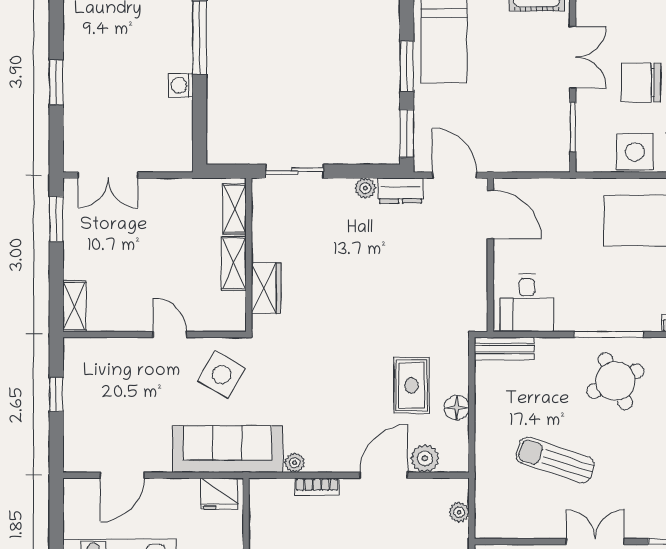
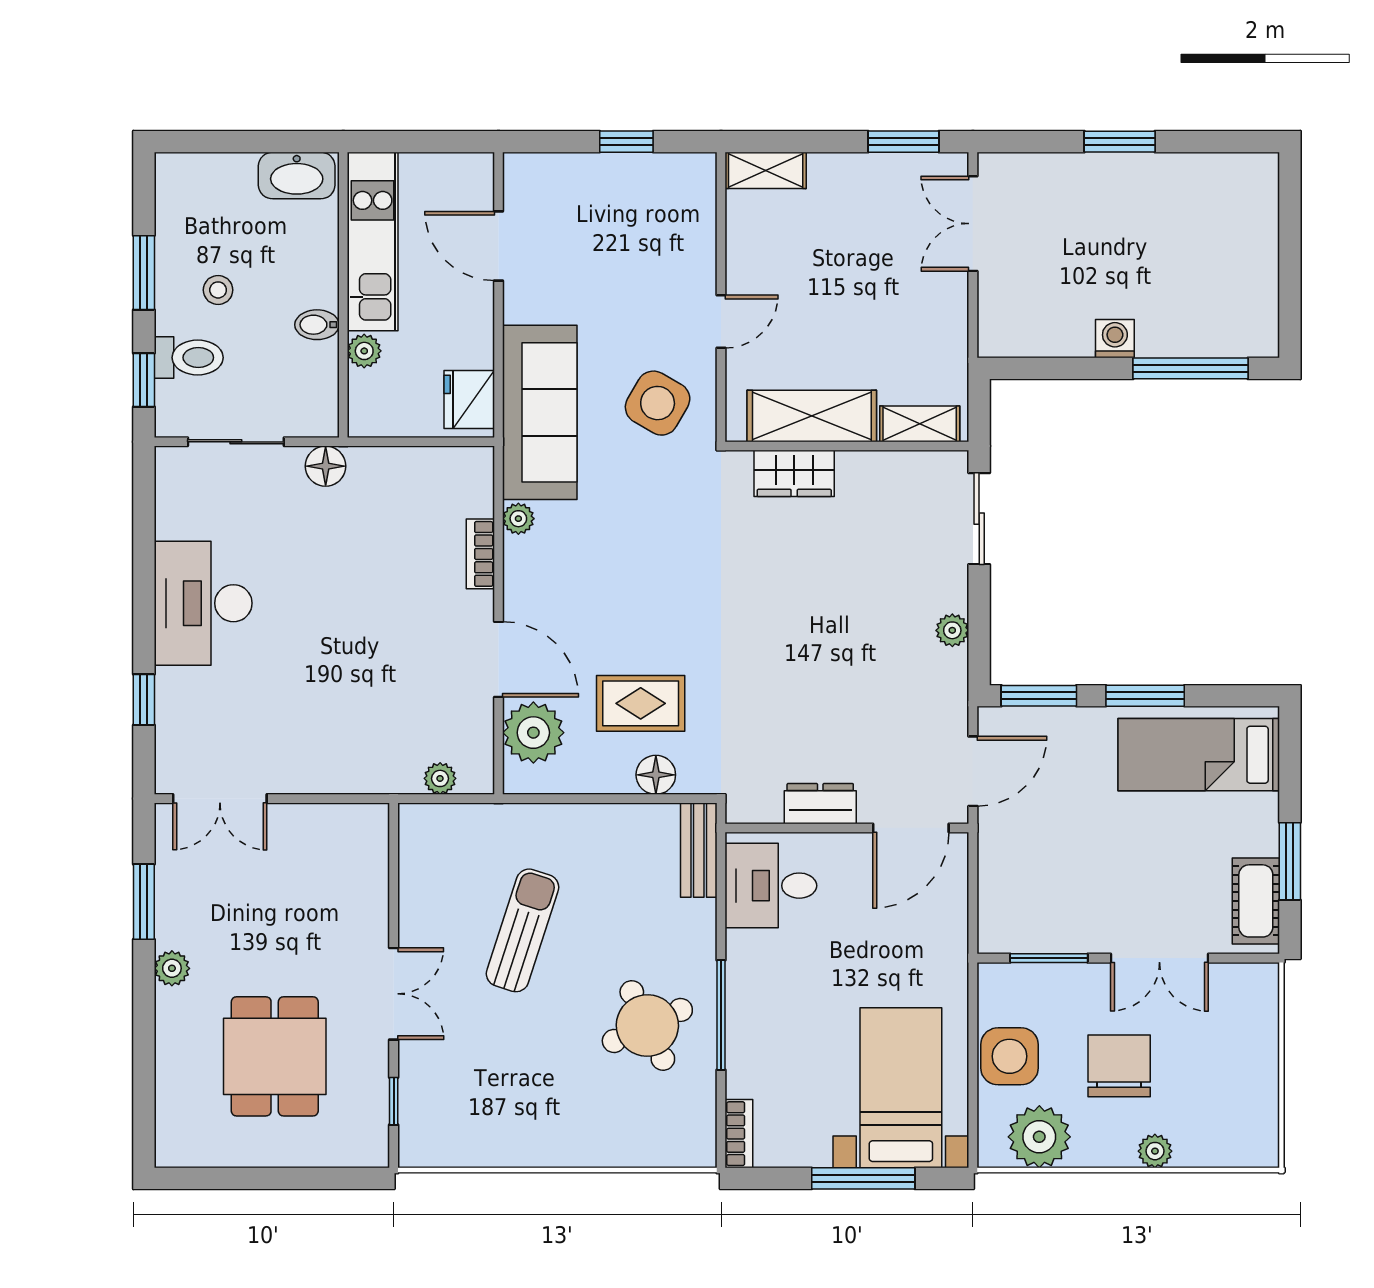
dresser: (400, 191) -> (820, 804), moved, turned 90
shelving: (234, 263) -> (812, 416), width x1.50, depth x1.33
floor lamp: (457, 408) -> (656, 775), moved
plant: (425, 458) -> (533, 733), width x1.36, depth x1.36

